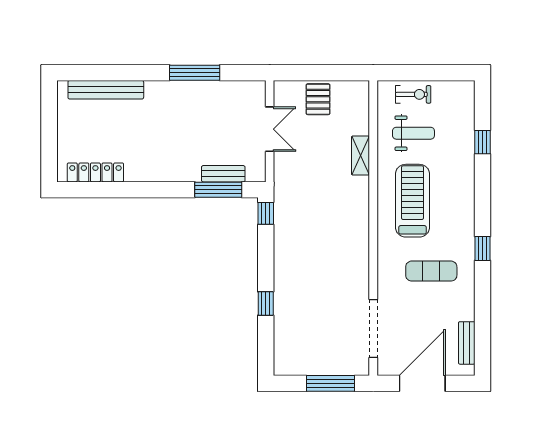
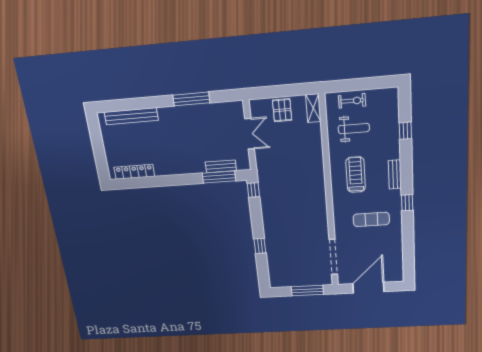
shelving: (360, 156) -> (313, 108), moved
treadmill: (413, 201) -> (356, 175), width x0.73, depth x0.73
bench: (467, 343) -> (395, 174), moved

